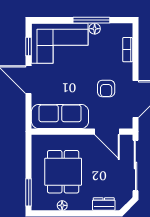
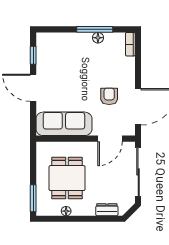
corner sofa: (60, 43) -> (64, 52), removed
bookcase: (128, 50) -> (130, 44), moved
armchair: (106, 88) -> (109, 96), turned 180
door: (107, 132) -> (110, 139), hinge flipped

